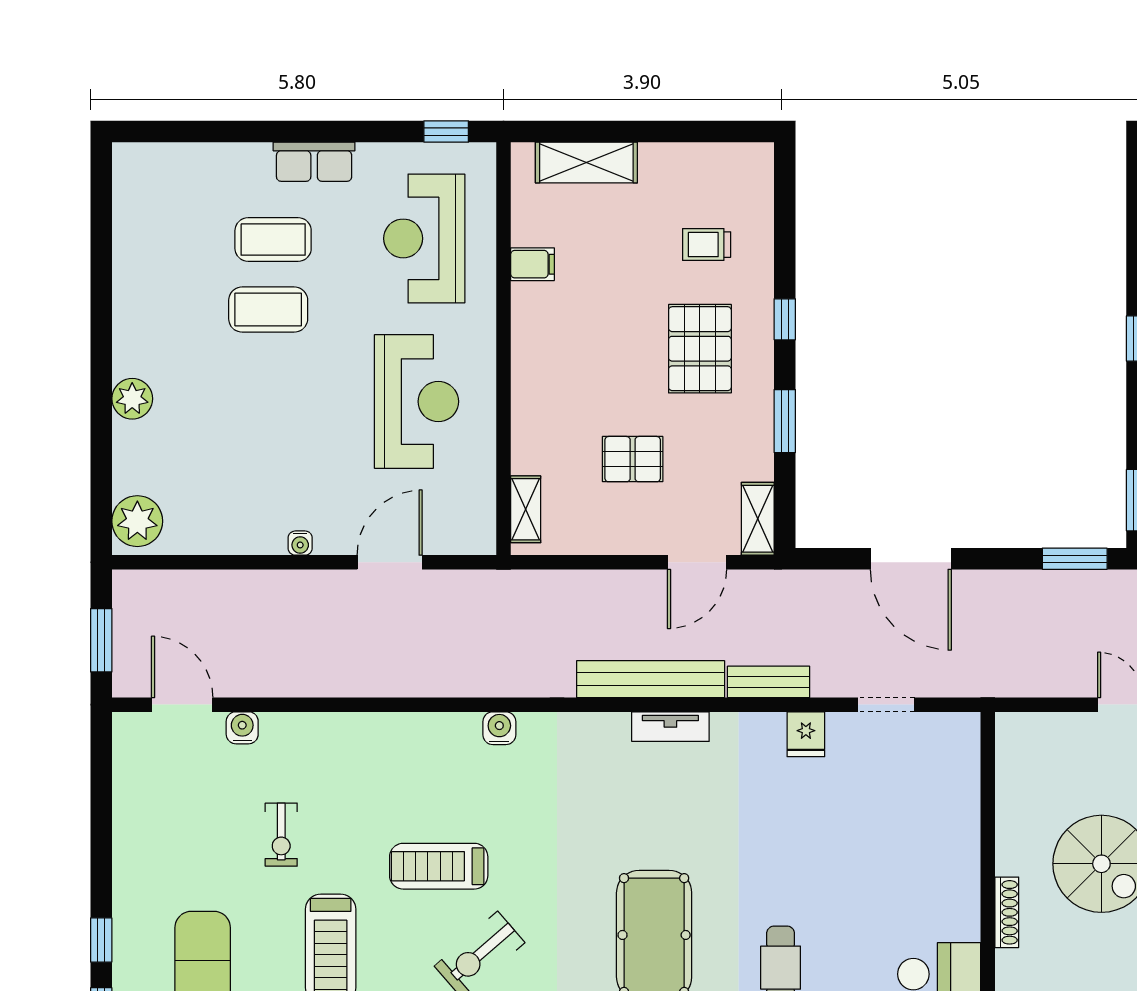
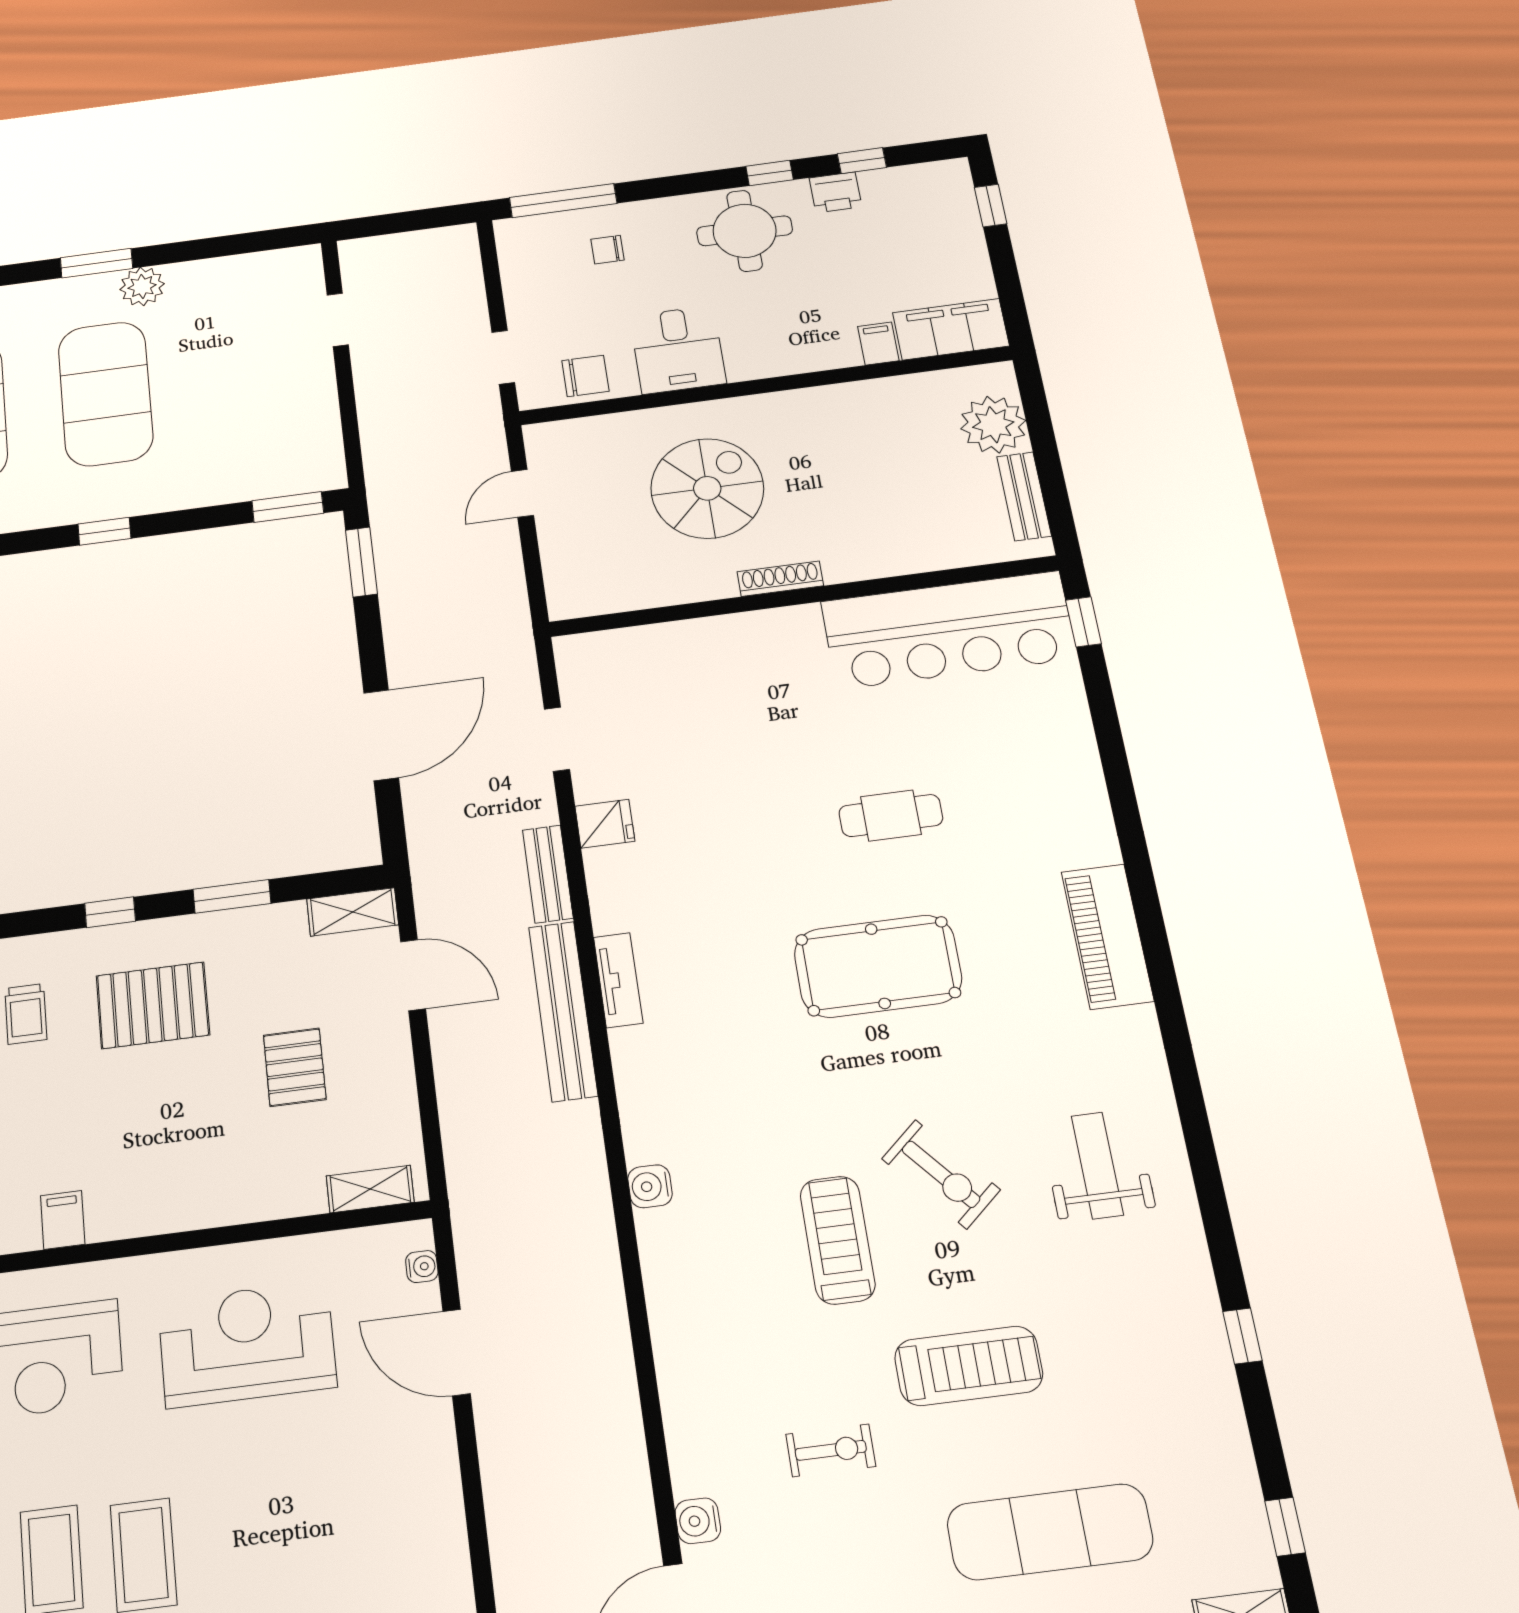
water cooler: (300, 543) -> (422, 1267), moved
treadmill: (439, 866) -> (838, 1240), turned 180

